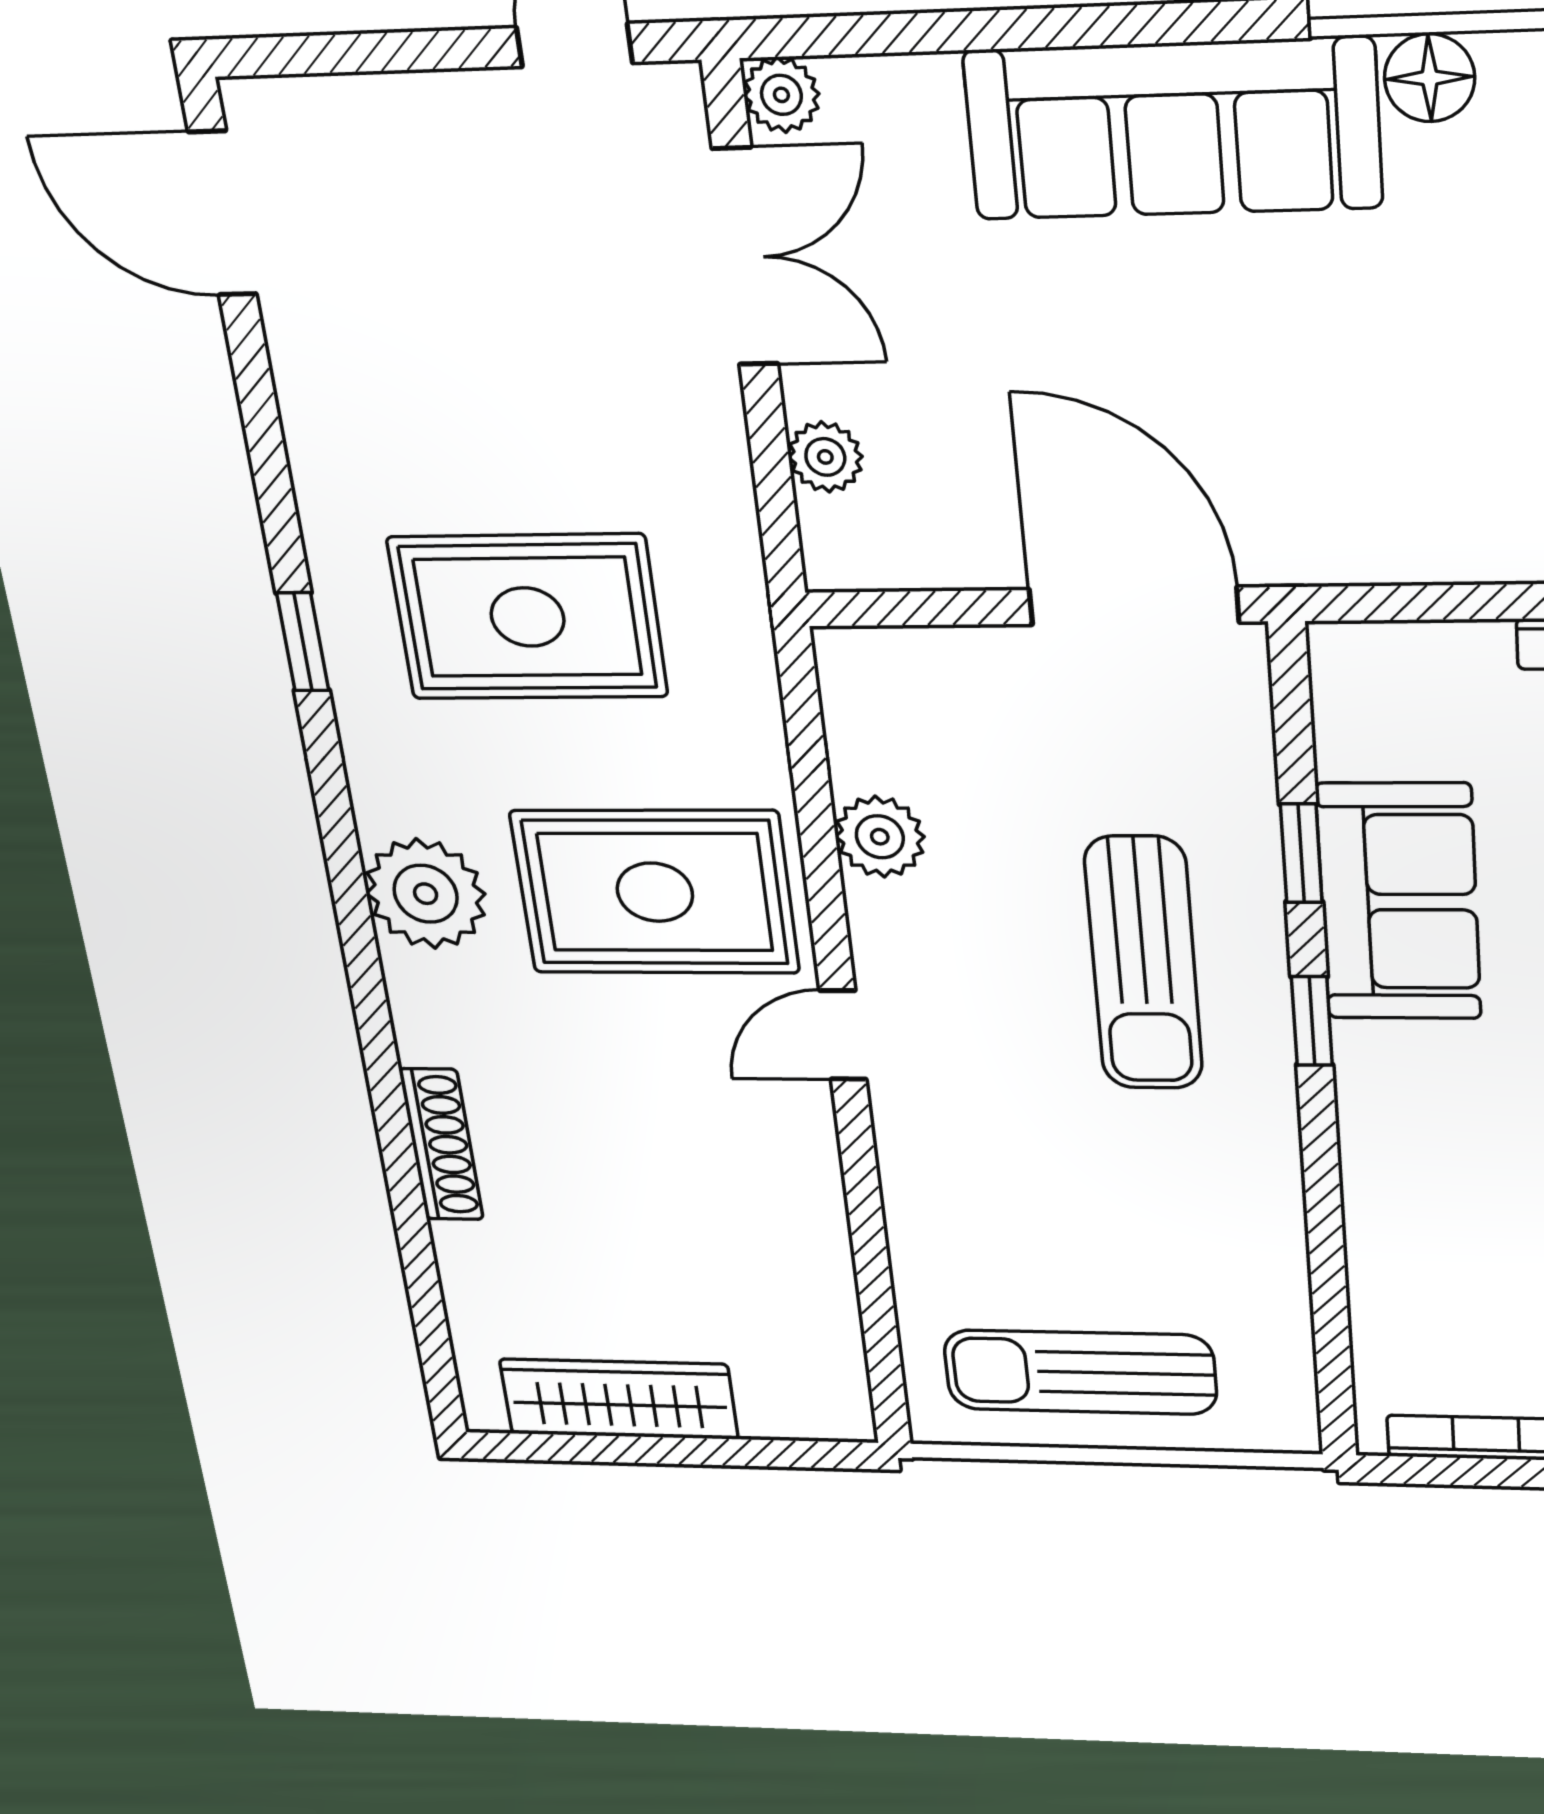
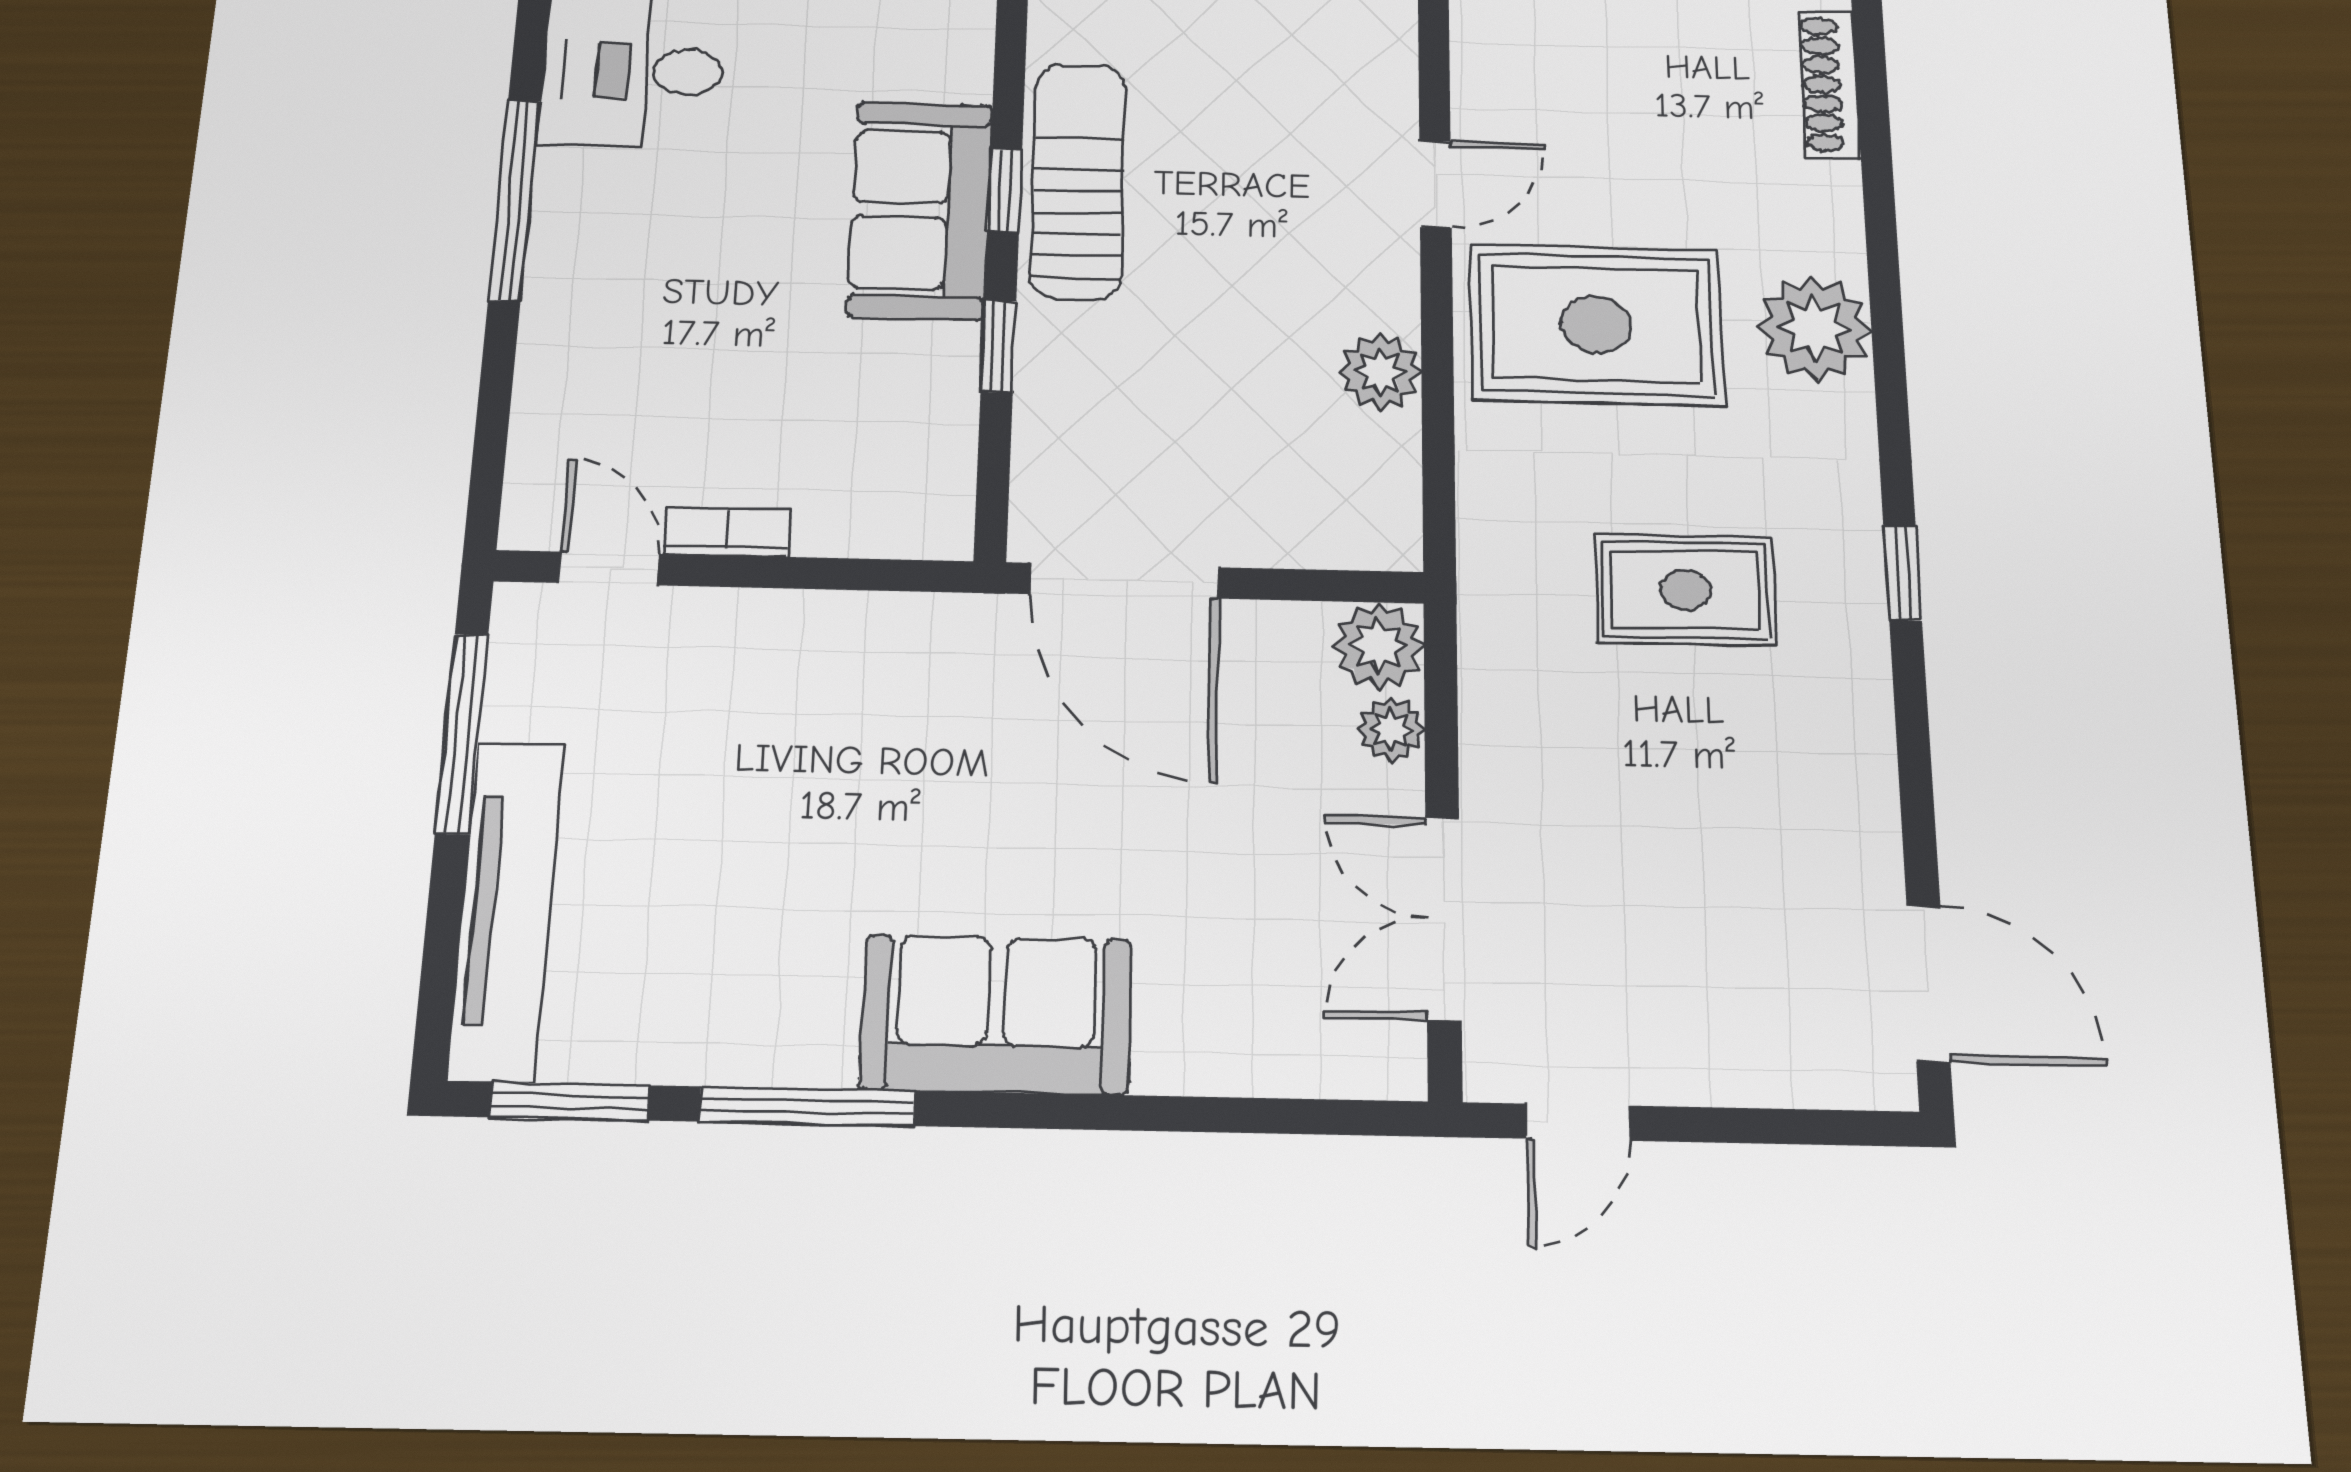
floor lamp: (1430, 78) -> (814, 1049), removed
plant: (781, 95) -> (1379, 646), moved, width x1.38, depth x1.38
sofa: (1173, 129) -> (996, 1014), width x0.73
rug: (528, 617) -> (1685, 590), width x0.73, depth x0.70
sofa: (1399, 902) -> (920, 210), moved
sun lounger: (1144, 964) -> (1078, 181), moved

